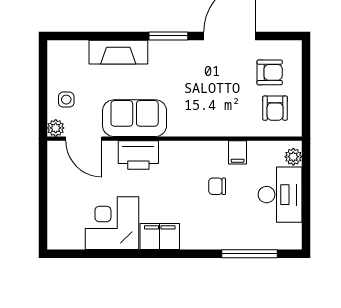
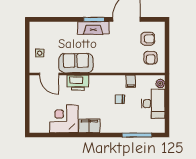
fireplace: (118, 52) -> (93, 28), moved
plant: (56, 128) -> (34, 68), removed

